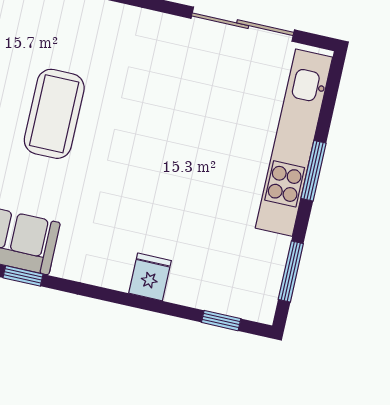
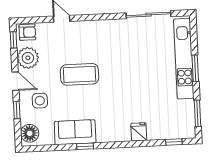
coffee table: (54, 114) -> (79, 74), turned 90

